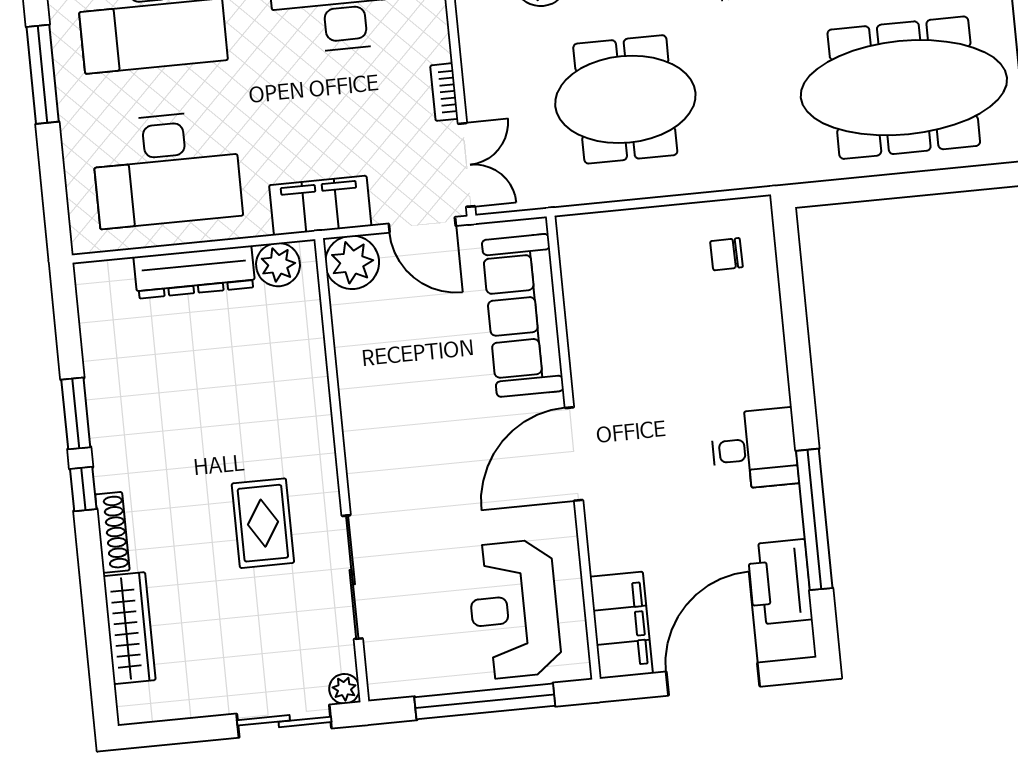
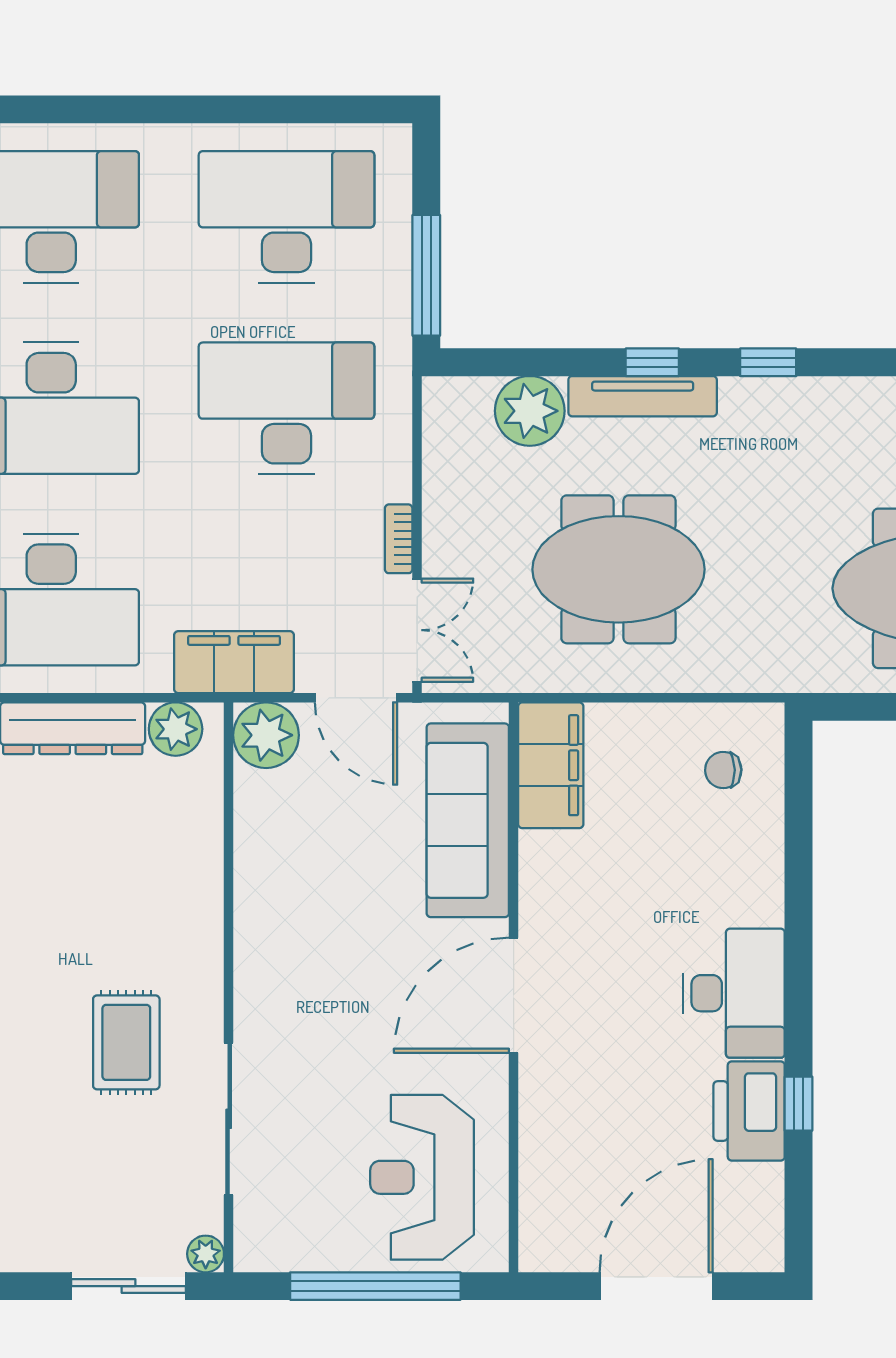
desk: (754, 449) -> (734, 993), width x1.37
window: (814, 519) -> (799, 1104), width x0.32
printer: (780, 582) -> (749, 1111), moved
filing cabinet: (621, 625) -> (551, 765), moved

